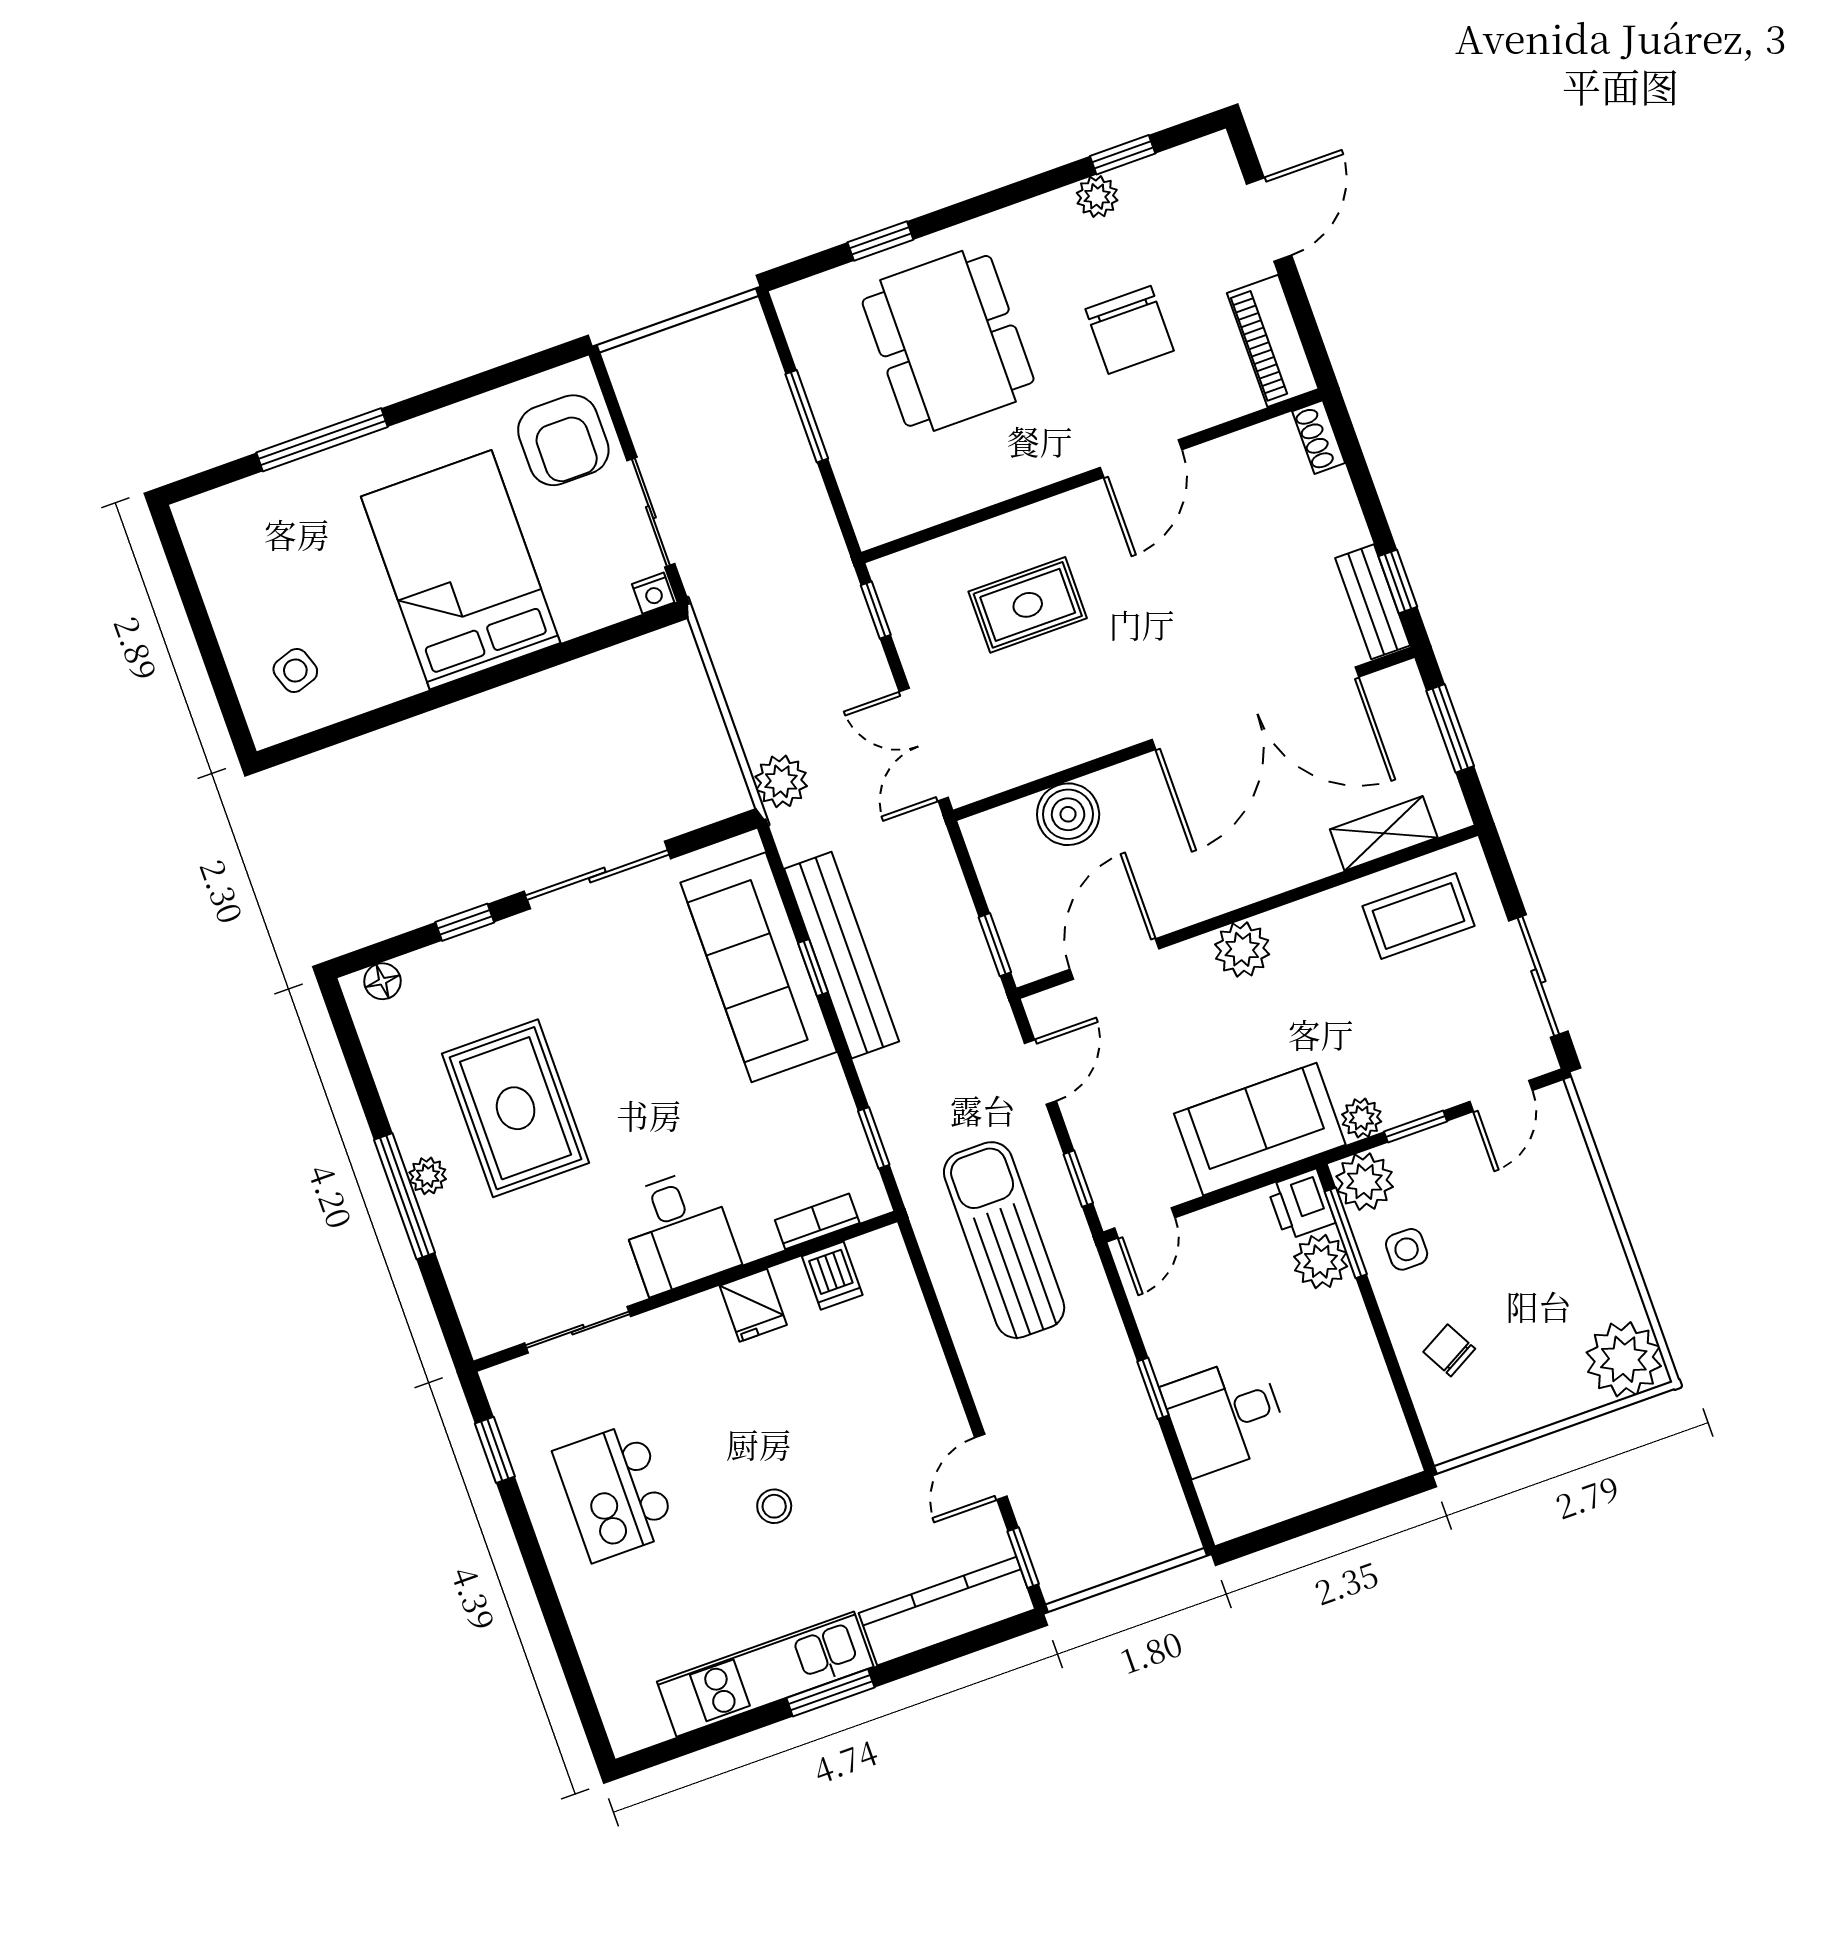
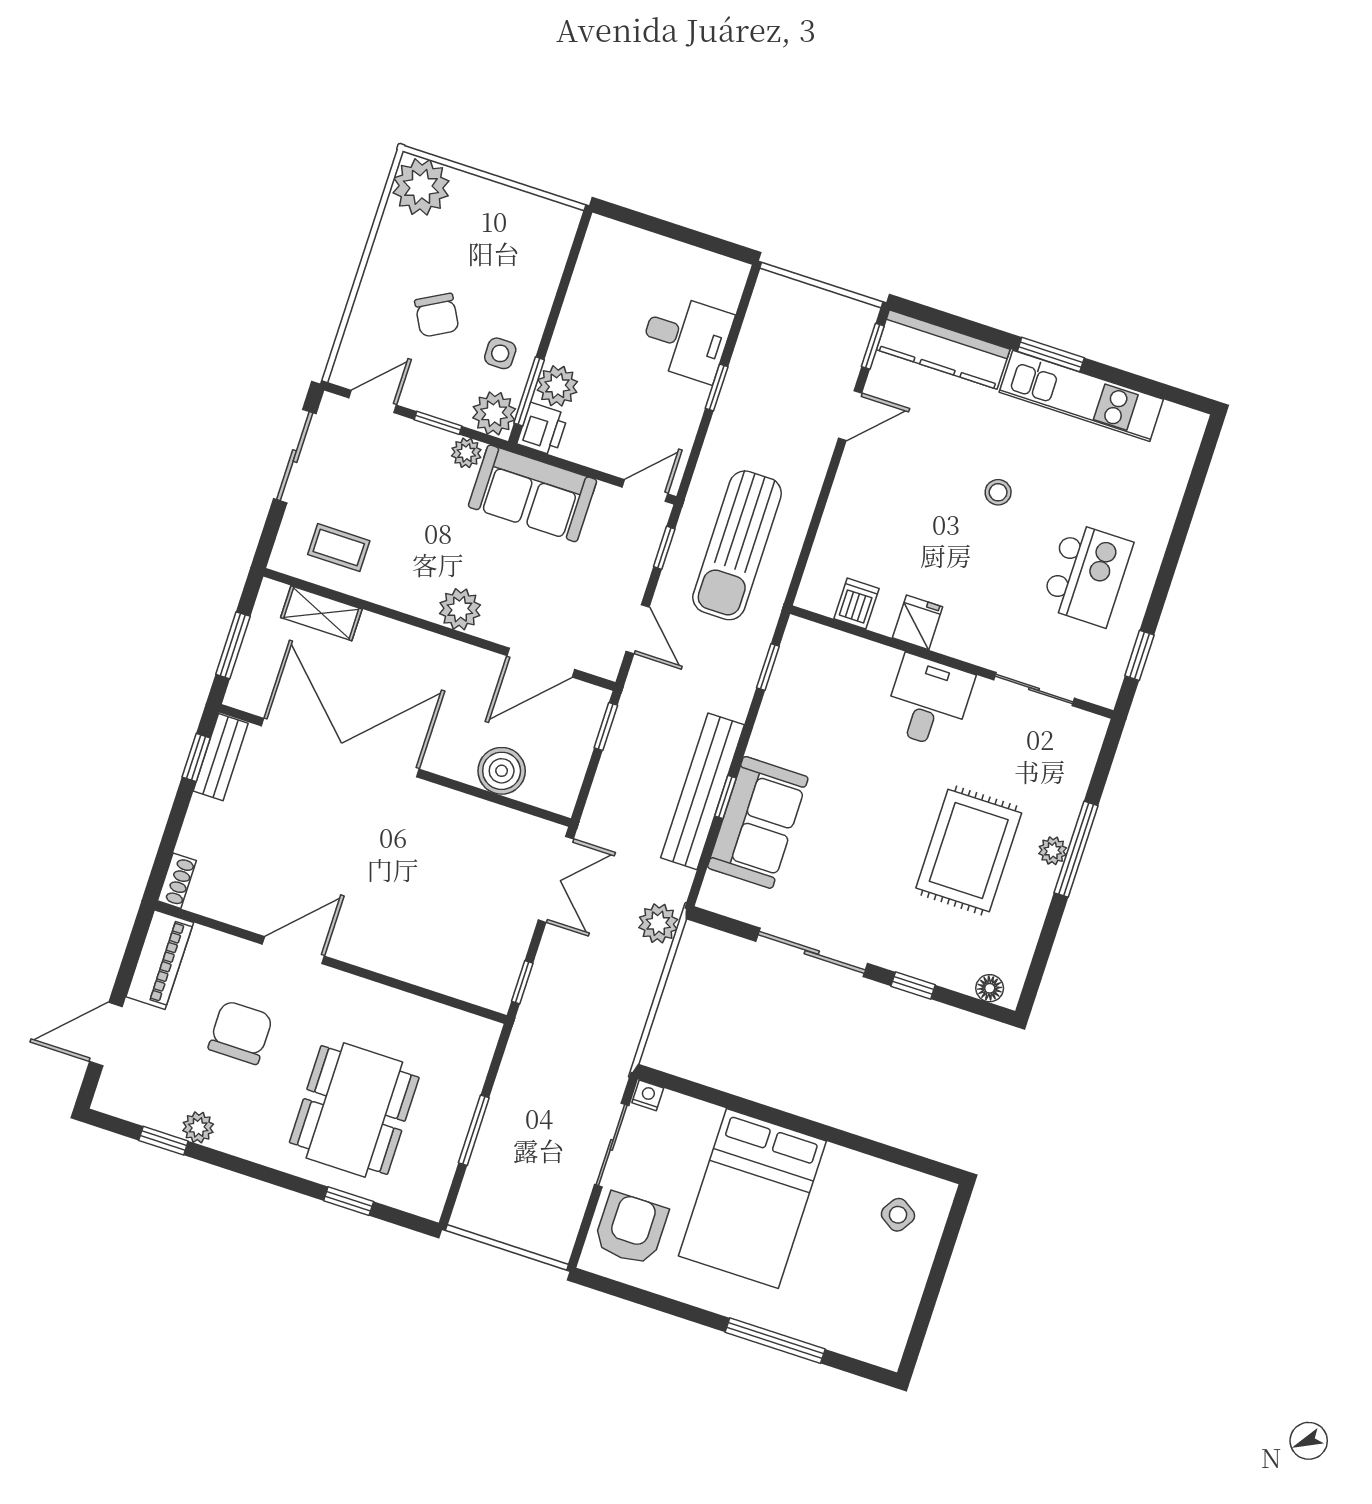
rug: (1028, 605) -> (429, 915), removed
side table: (295, 670) -> (898, 1215), turned -38
coffee table: (1418, 916) -> (339, 548), width x0.73, depth x0.77
sofa: (759, 967) -> (758, 822), width x0.73
door: (1040, 1072) -> (638, 629), swing flipped
bookcase: (817, 1221) -> (840, 643), removed
chair: (1449, 1350) -> (437, 315), moved, width x1.37, depth x1.37

